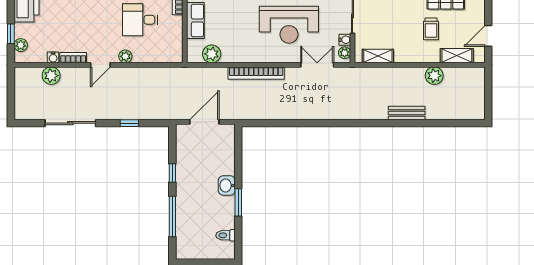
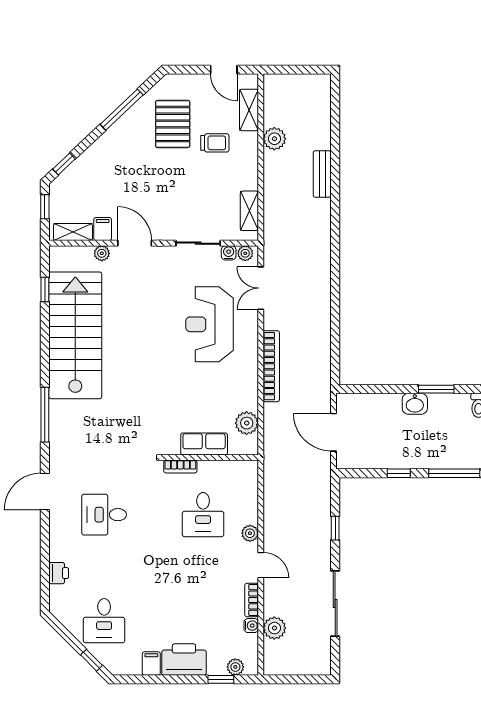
reception desk: (289, 25) -> (210, 324), turned 180

